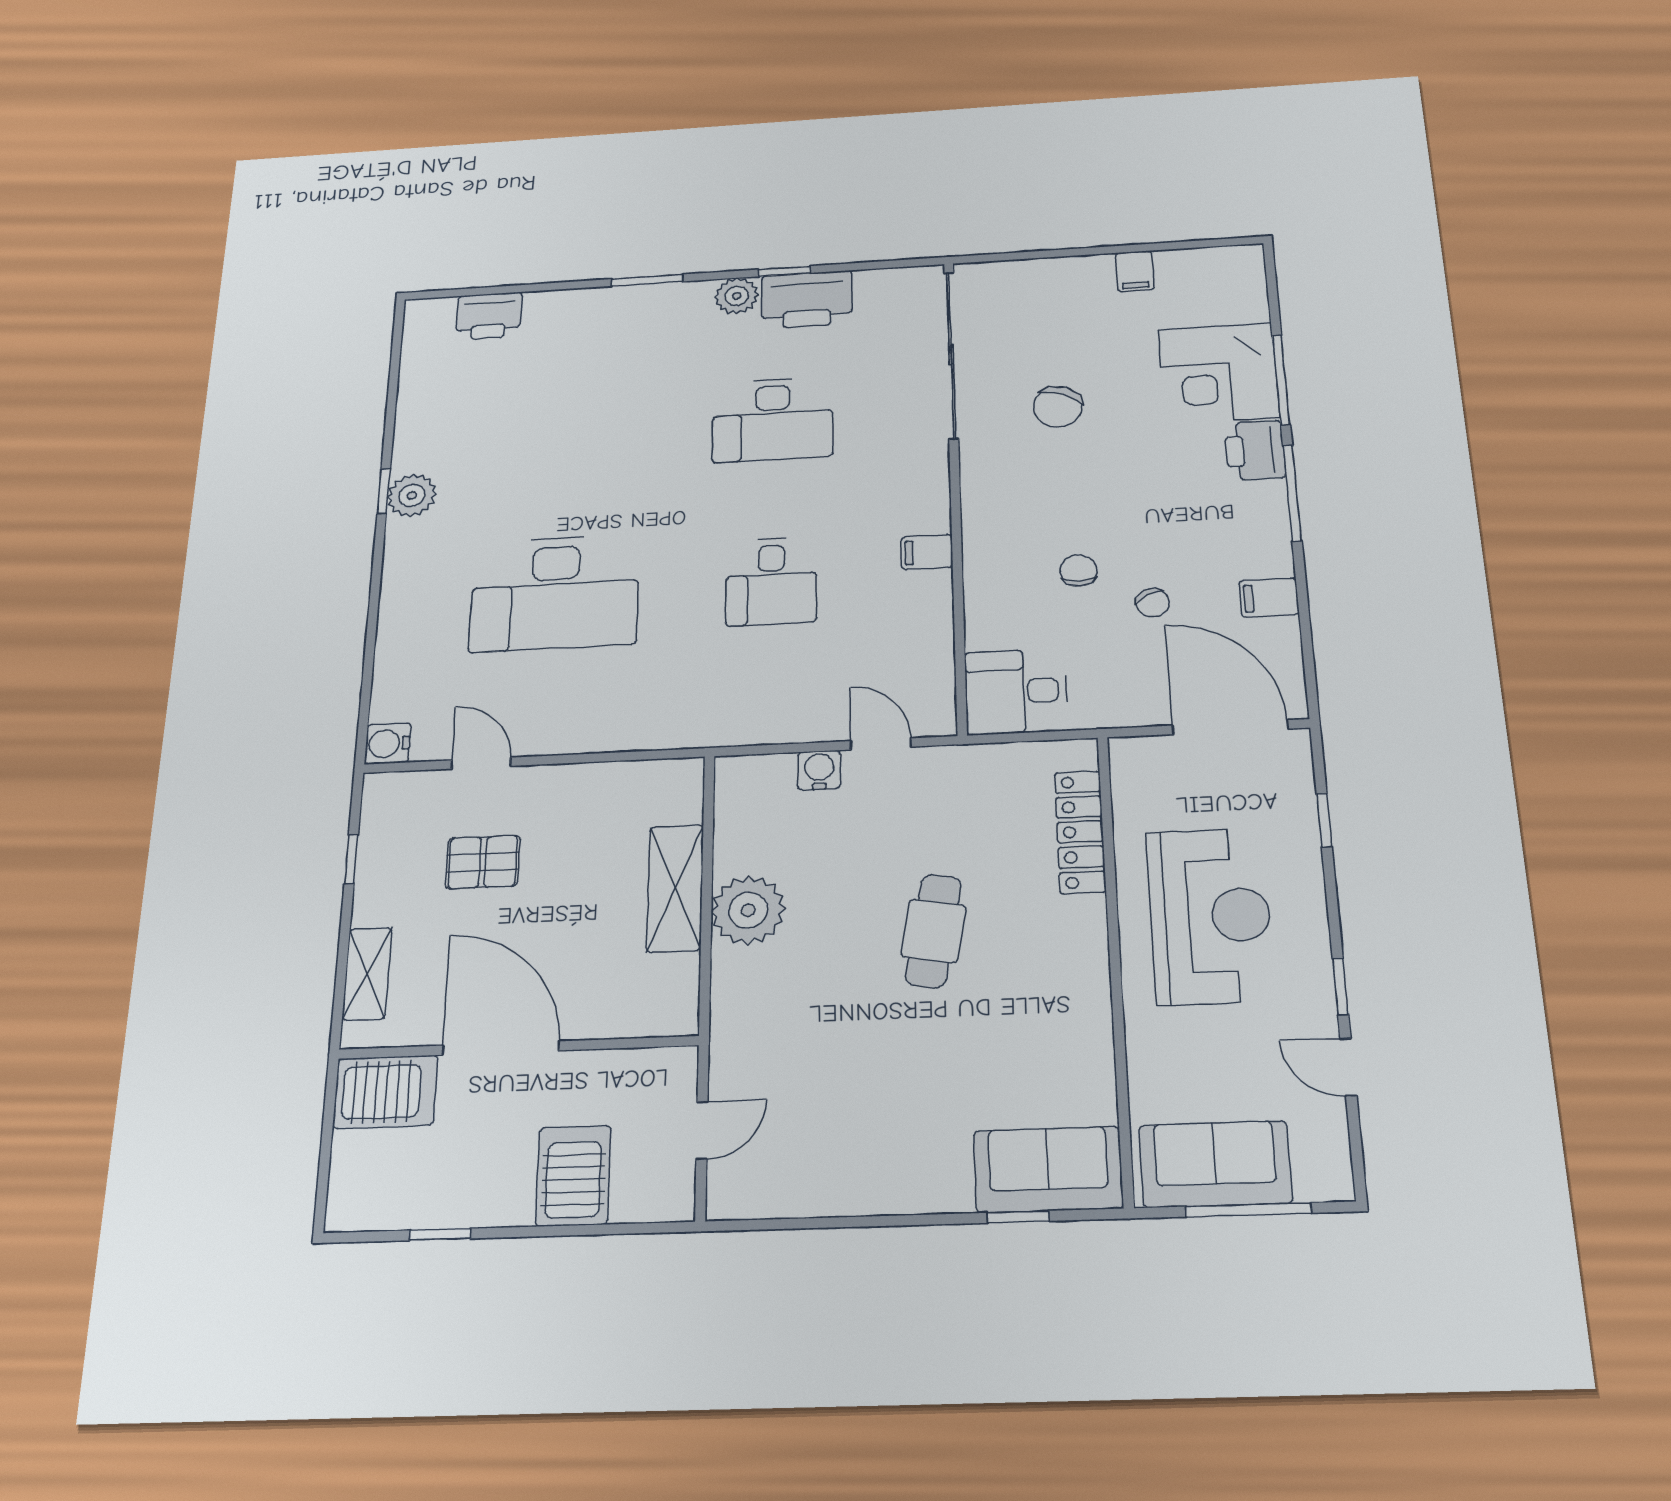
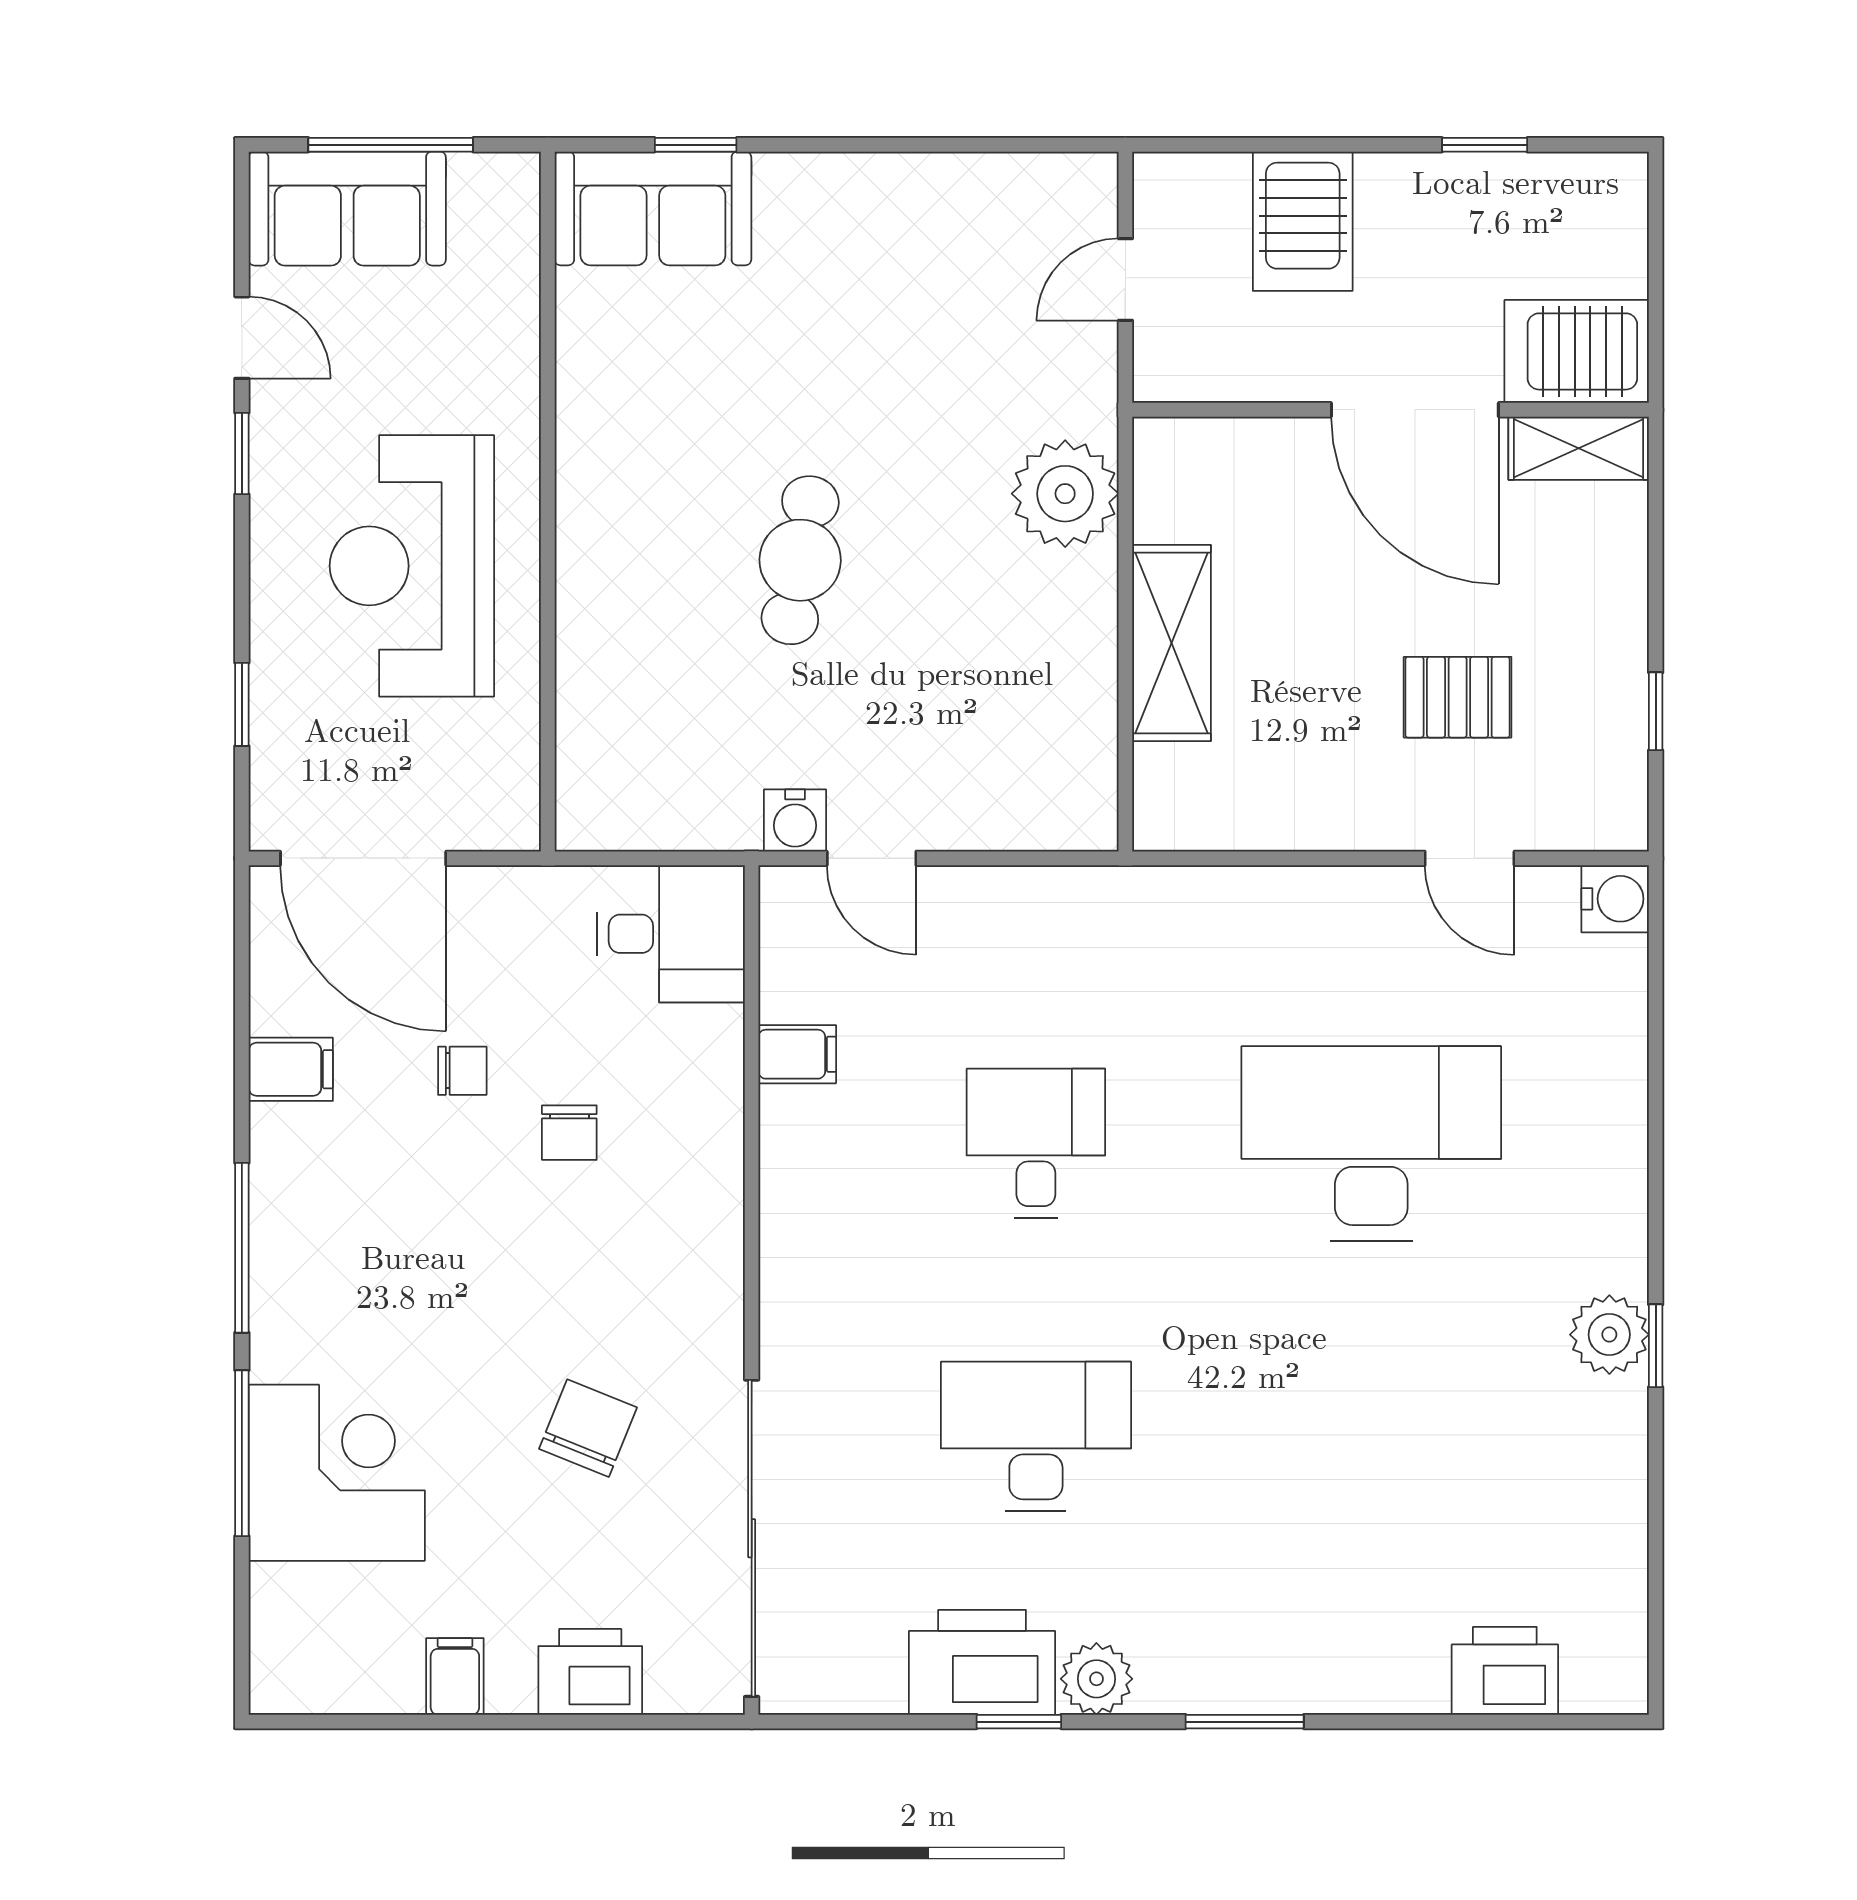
printer: (1255, 450) -> (590, 1672), moved, turned -90
filing cabinet: (927, 552) -> (797, 1054), moved
chair: (1153, 603) -> (462, 1071), turned 117
water cooler: (819, 770) -> (795, 820), moved
locker: (1080, 832) -> (587, 703), removed
plant: (748, 910) -> (1065, 494), moved
shelving: (367, 974) -> (1579, 448), moved, turned 90
sofa: (1215, 1164) -> (347, 209), moved

